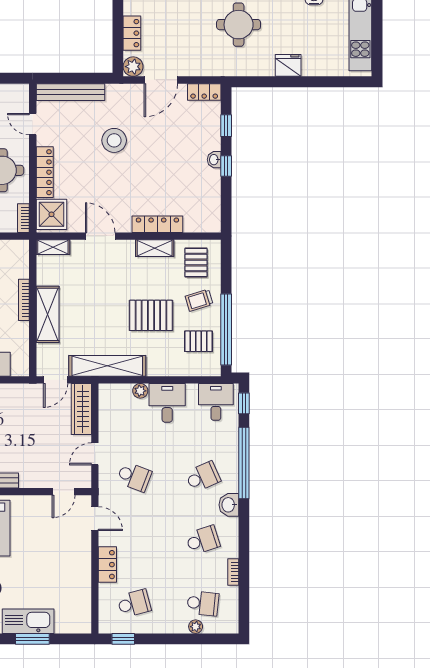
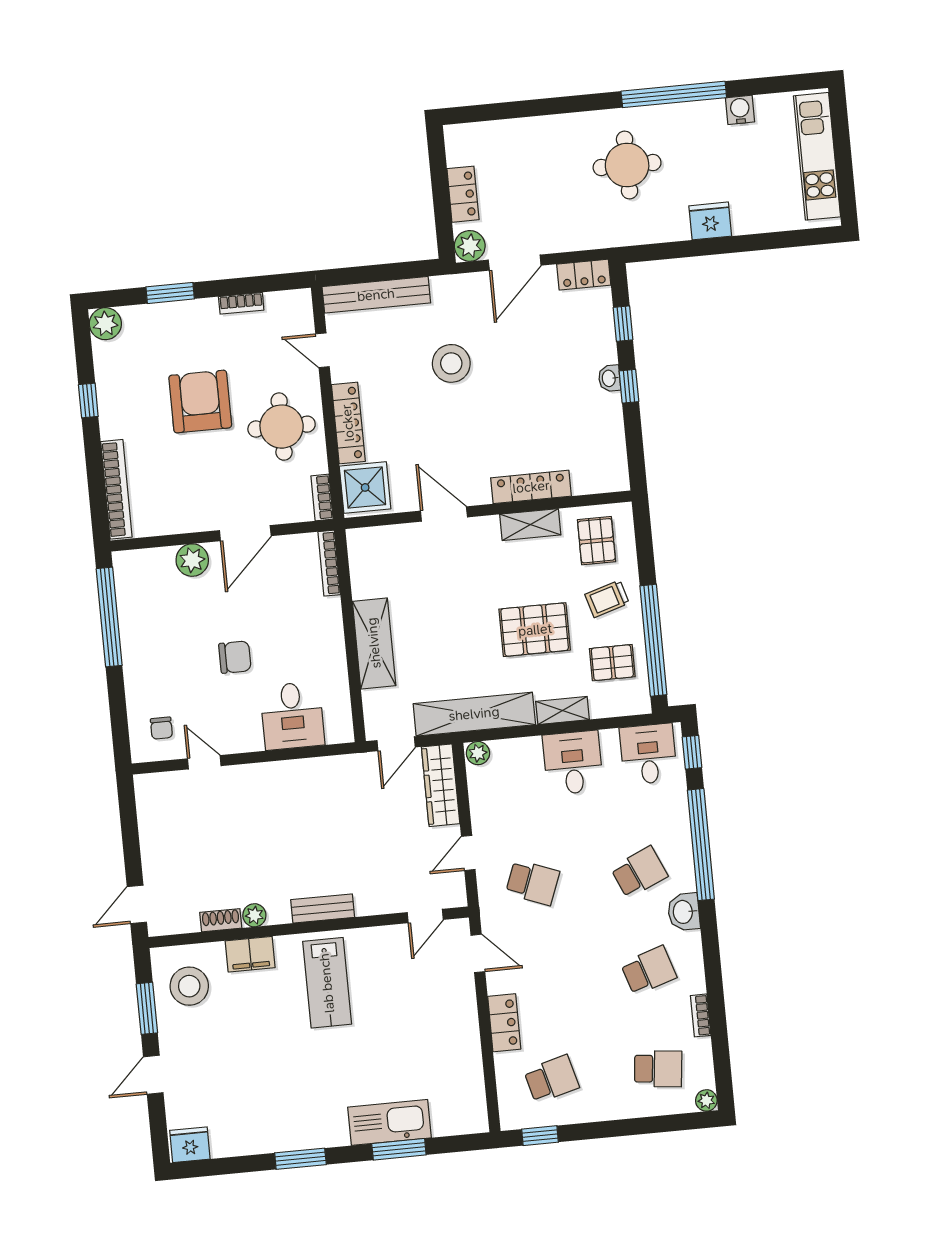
shelving: (53, 247) -> (562, 710), moved
bookcase: (24, 300) -> (329, 563), moved
plant: (140, 391) -> (478, 753), moved
plant: (196, 627) -> (706, 1100), moved

